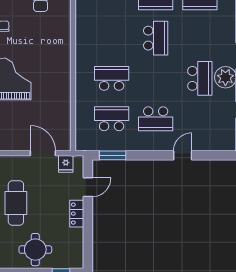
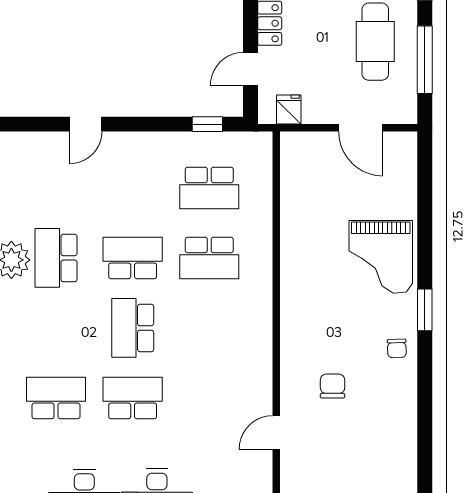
school desk: (156, 119) -> (133, 258), moved
door: (43, 153) -> (361, 128), moved
window: (113, 155) -> (207, 124), width x0.67

